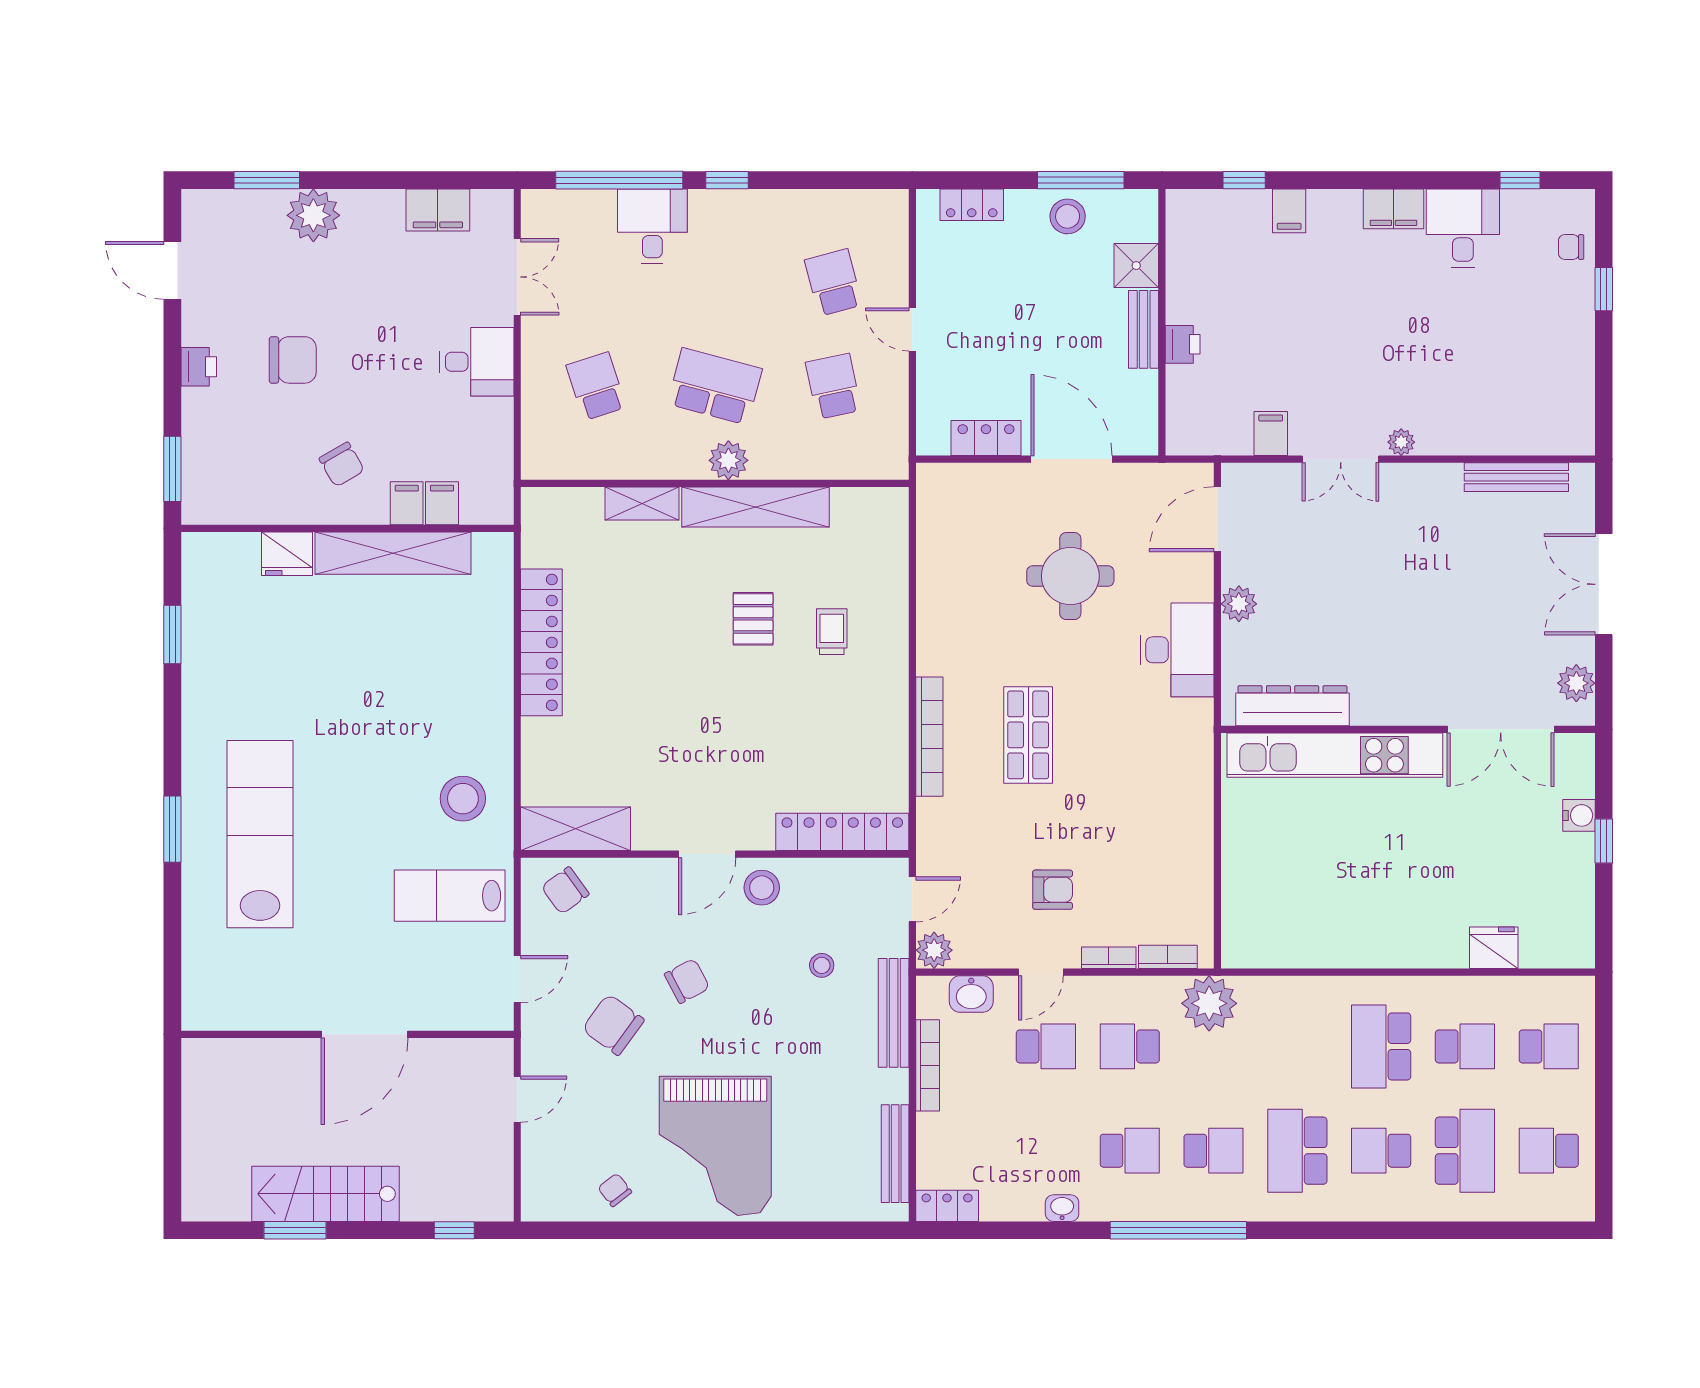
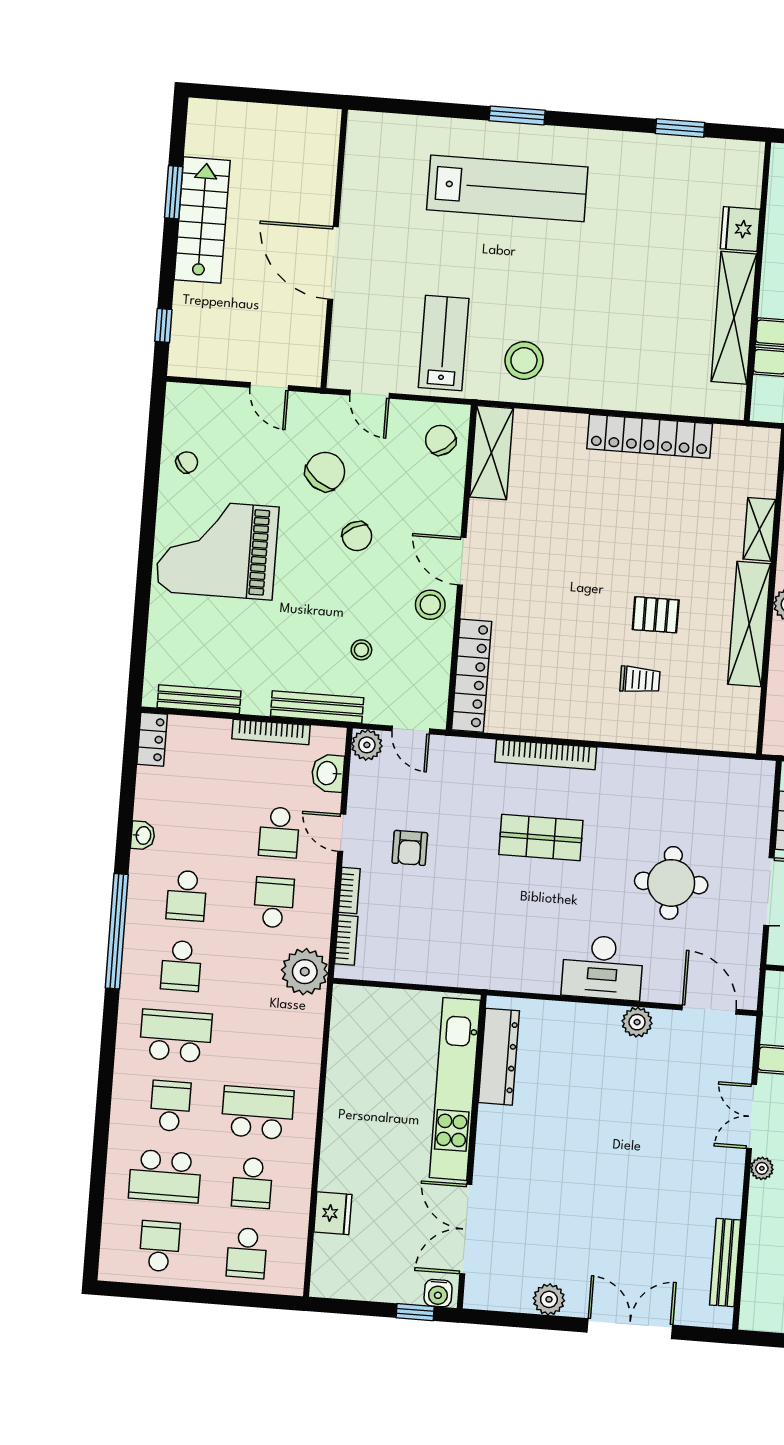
dresser: (1293, 706) -> (499, 1057), moved
wall: (1408, 729) -> (472, 1152), moved
double door: (1501, 729) -> (466, 1229), moved
kitchen unit: (1335, 755) -> (455, 1089), moved

